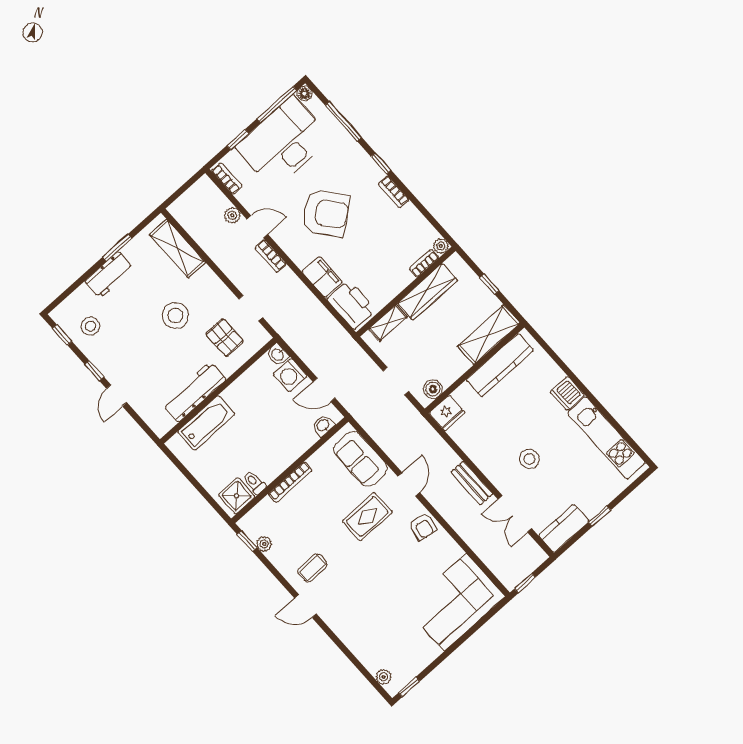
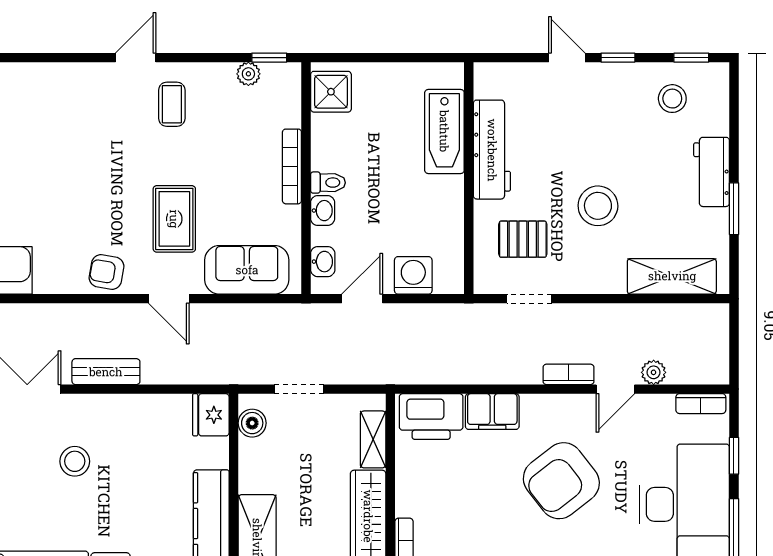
washbasin: (278, 355) -> (323, 211), moved, turned 90
toilet: (254, 483) -> (328, 183), moved

